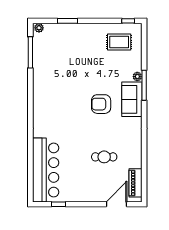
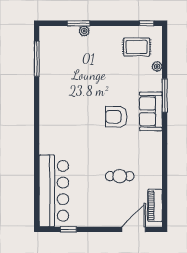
plant: (39, 28) -> (84, 31), moved
plant: (137, 77) -> (157, 66), moved

